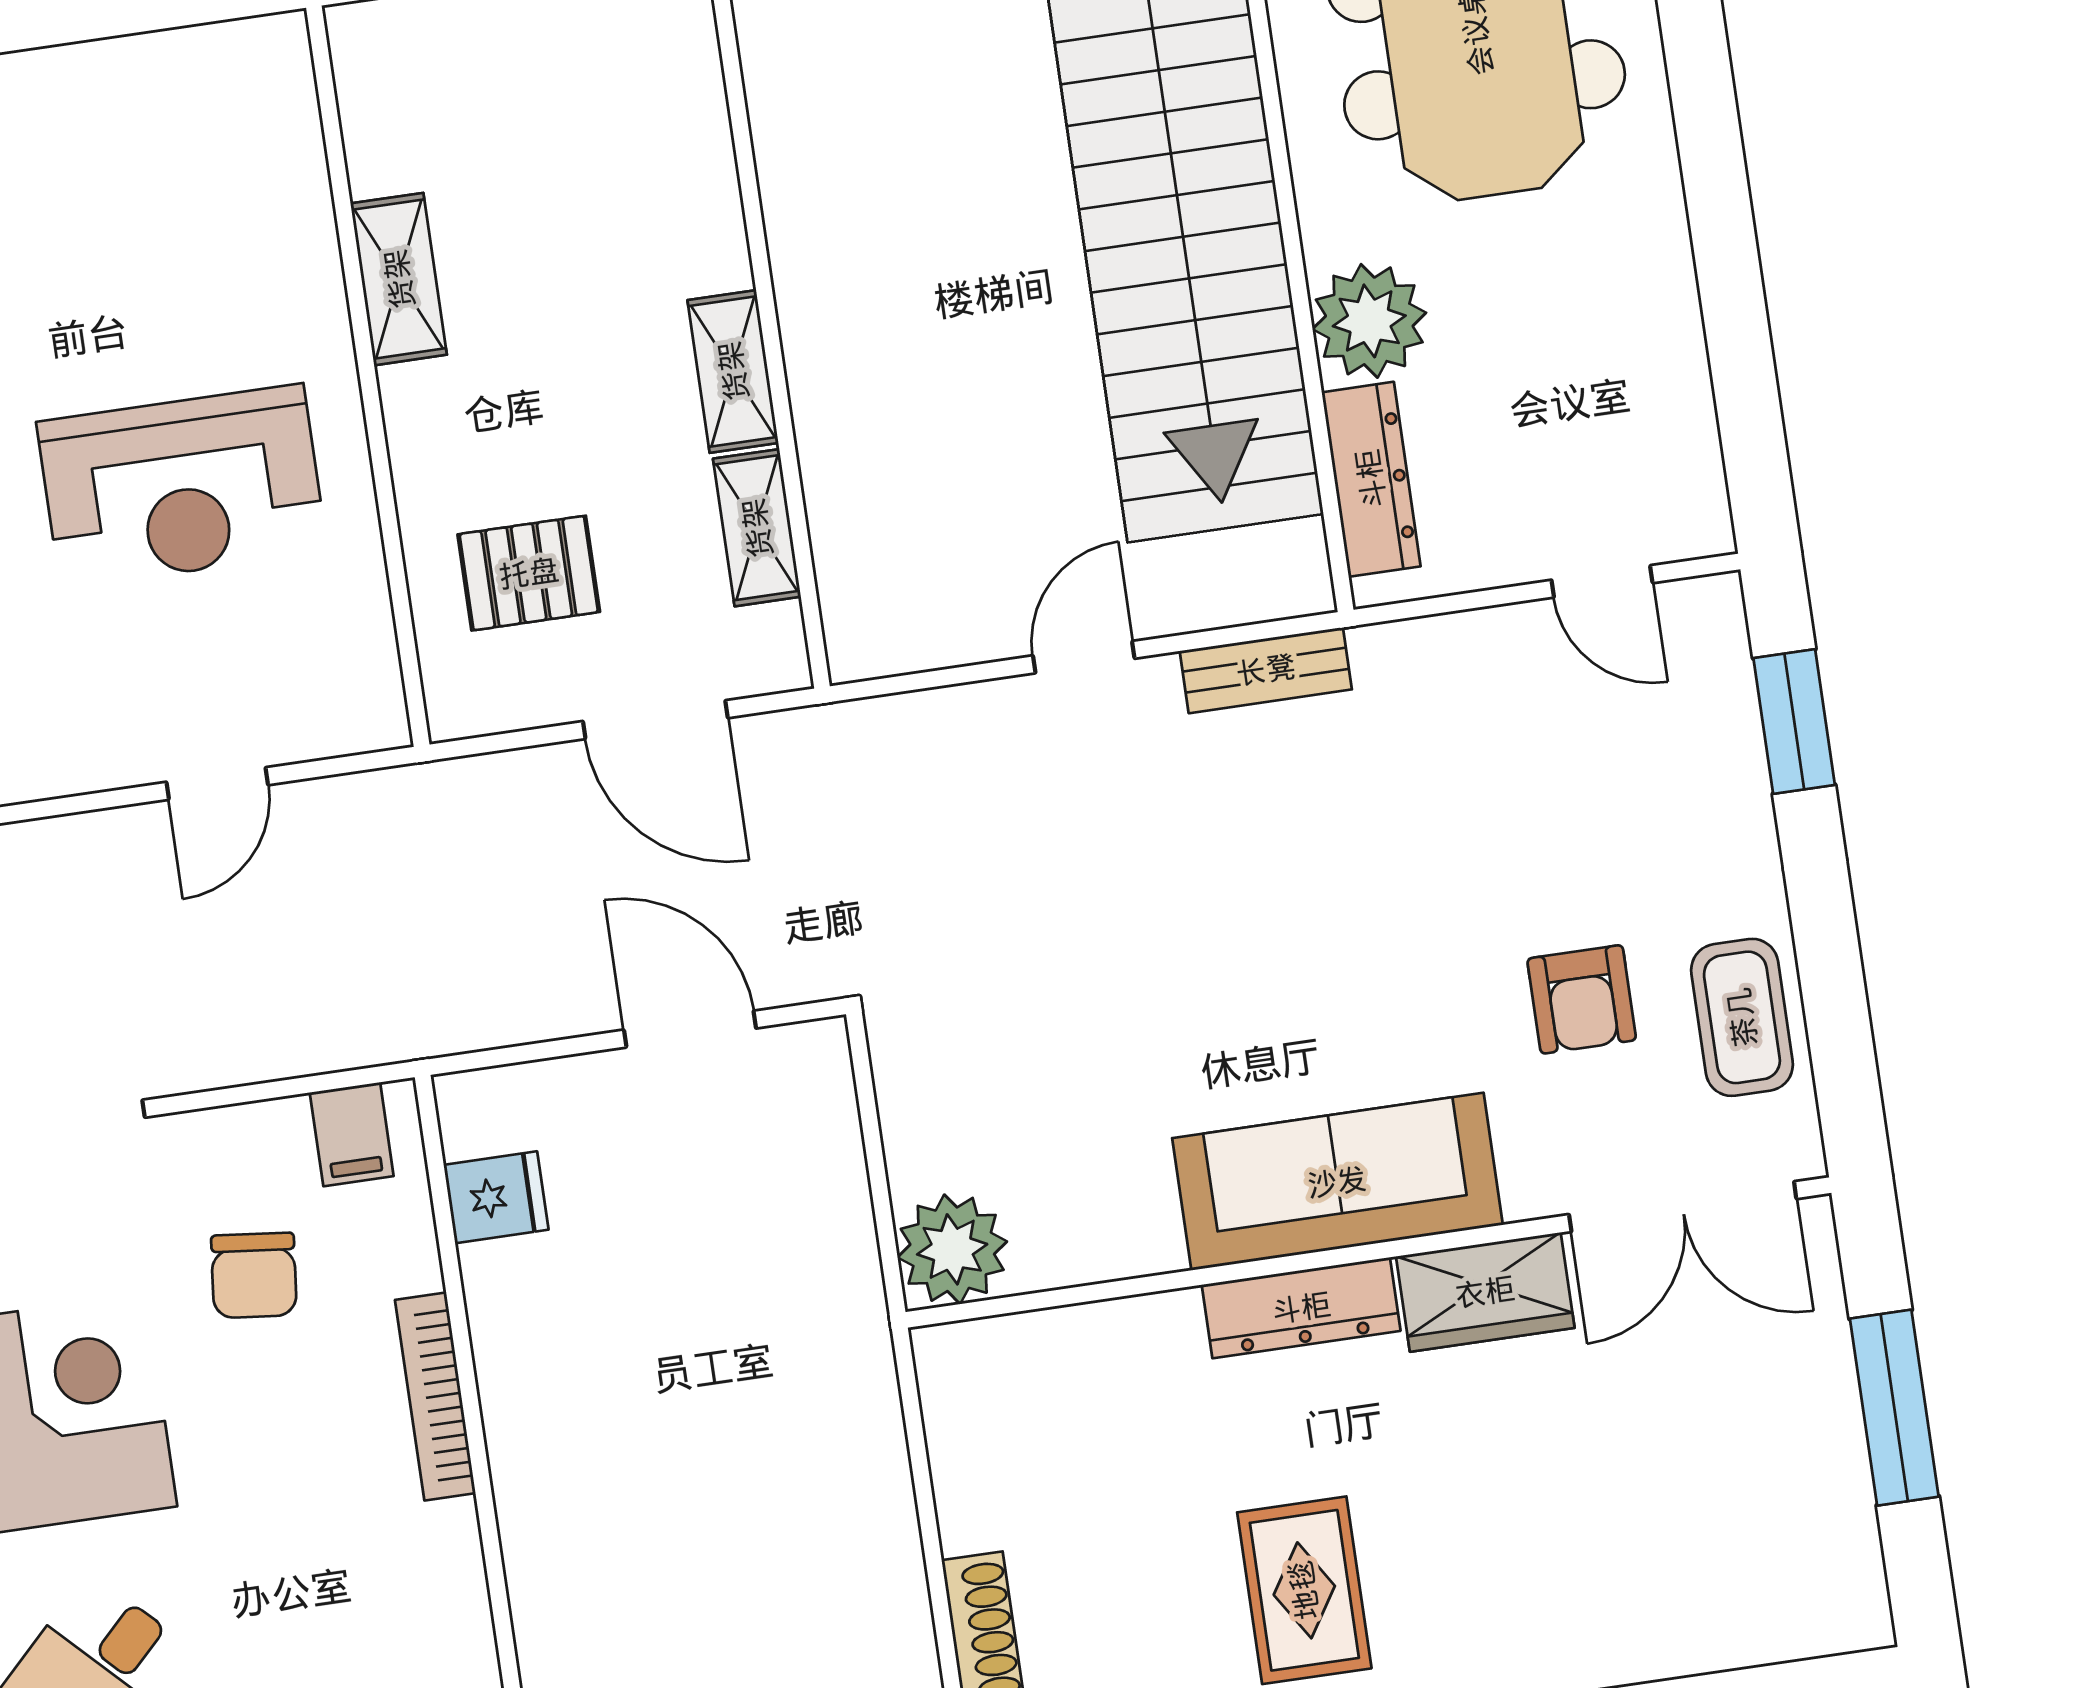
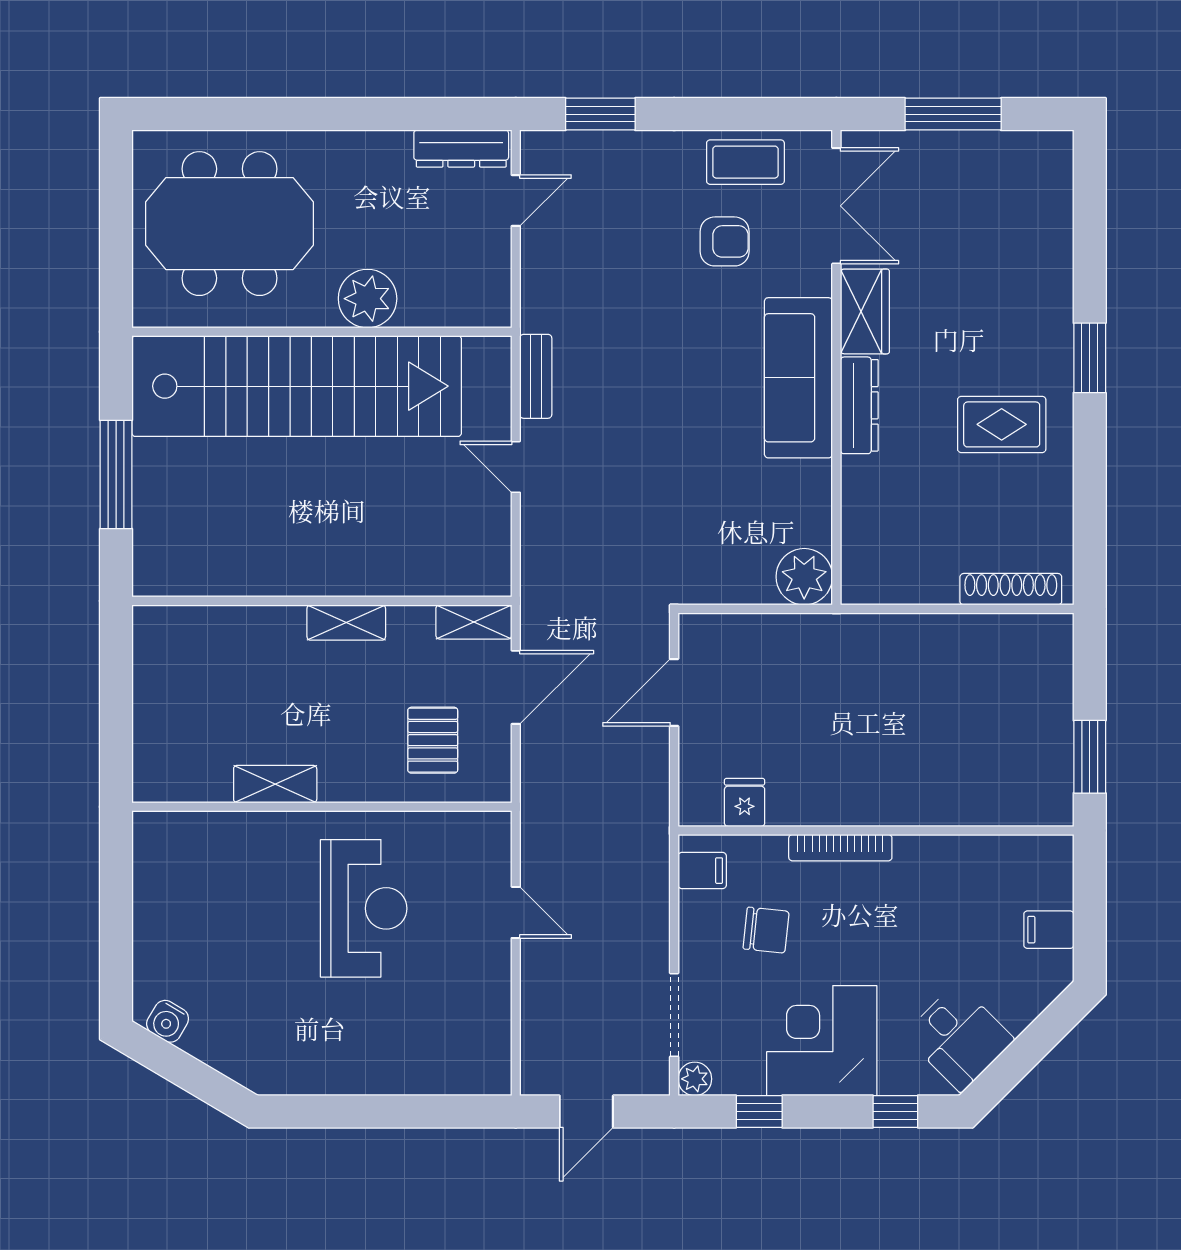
dresser: (1371, 479) -> (461, 148), moved, turned 180
shelving: (757, 528) -> (474, 622), moved

